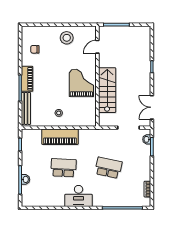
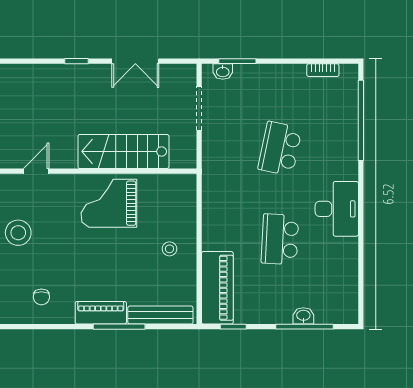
door: (97, 47) -> (36, 171), swing flipped
double door: (152, 107) -> (135, 61), moved
piano: (60, 137) -> (217, 288), moved

